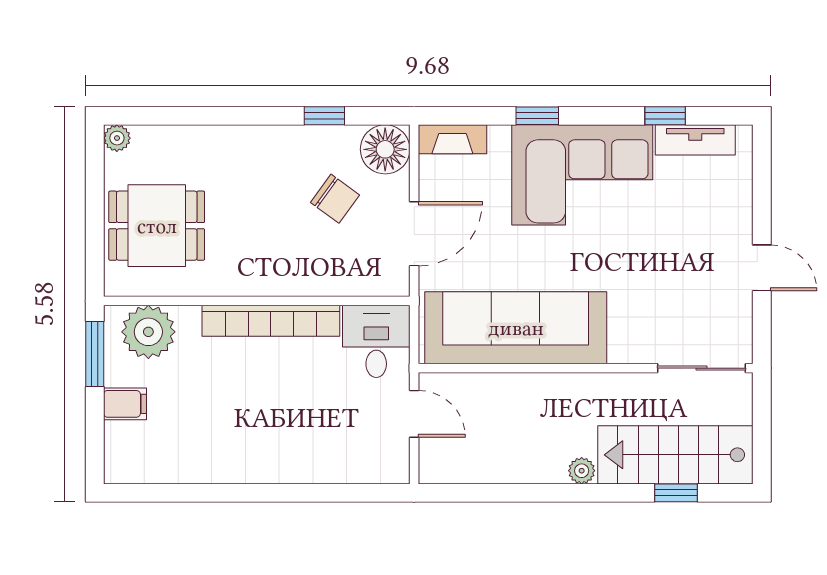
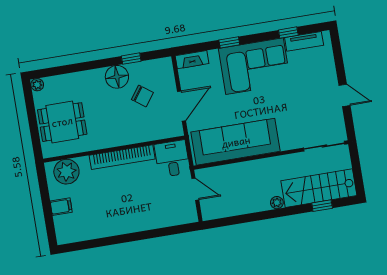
floor lamp: (385, 149) -> (117, 77), moved
window: (95, 354) -> (43, 186), removed

